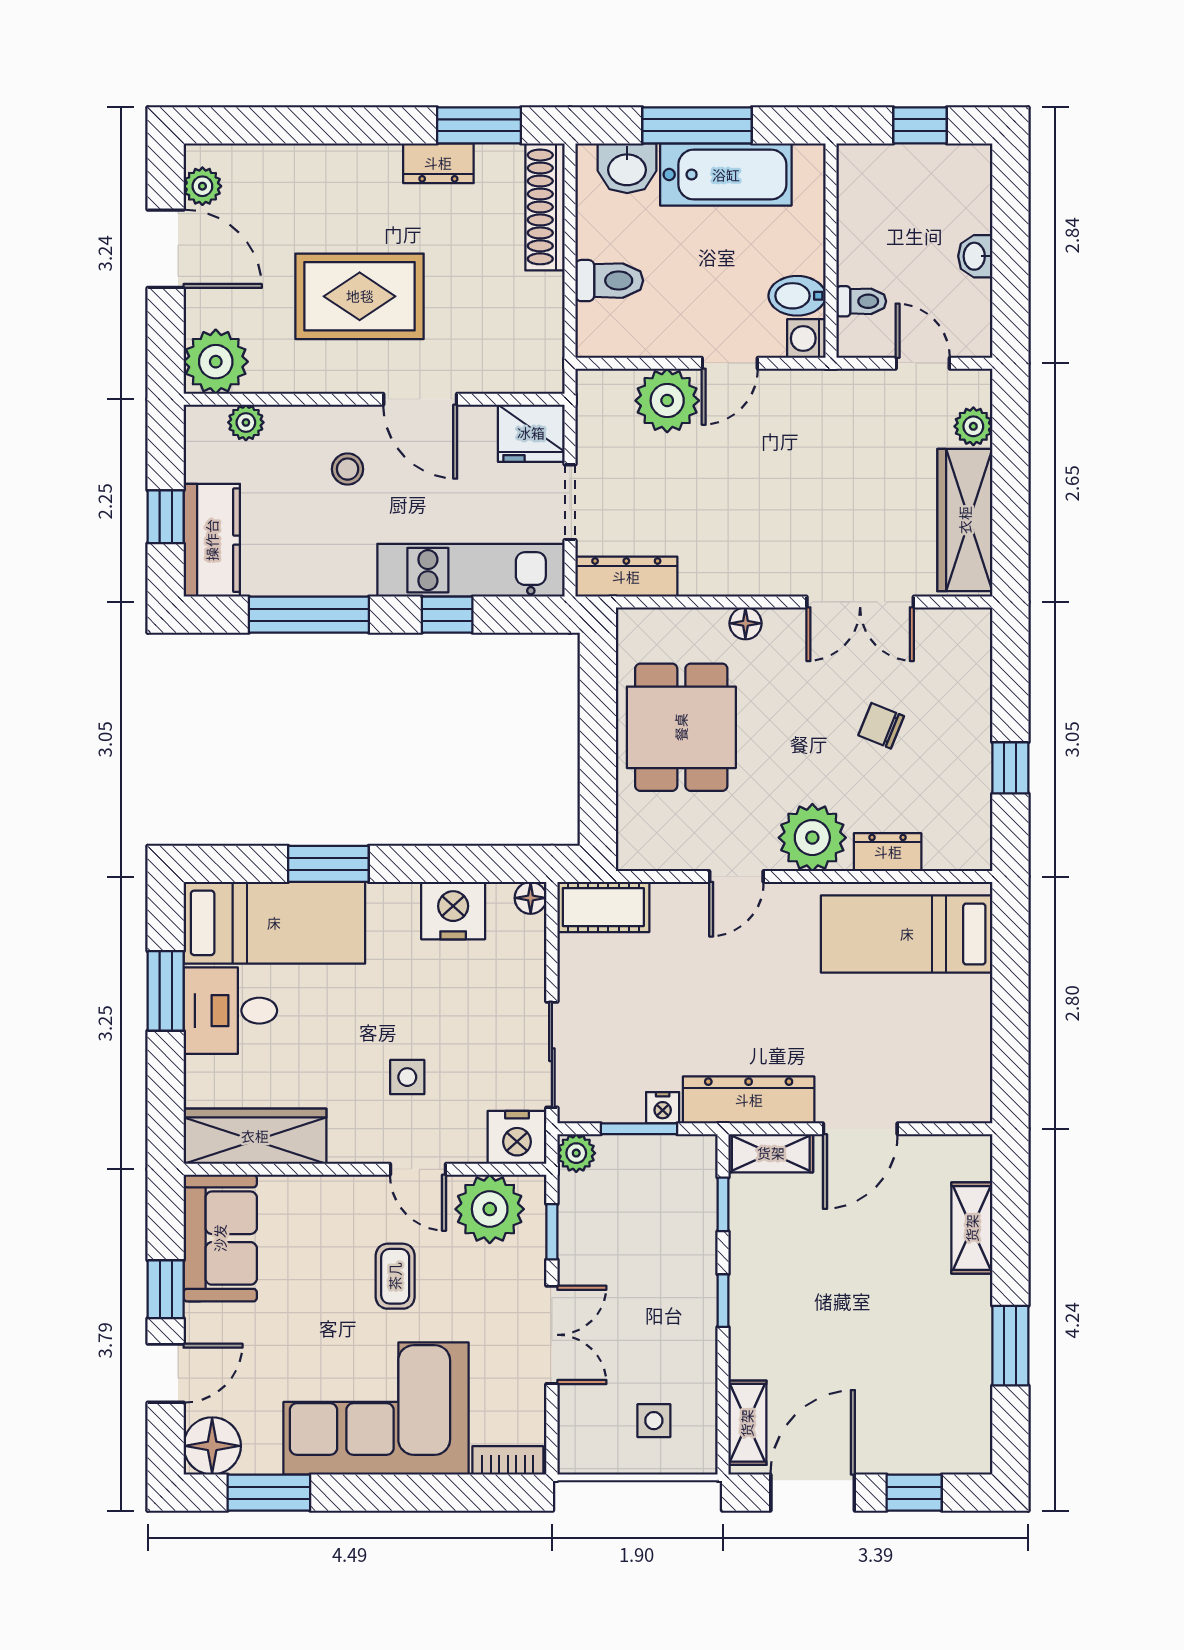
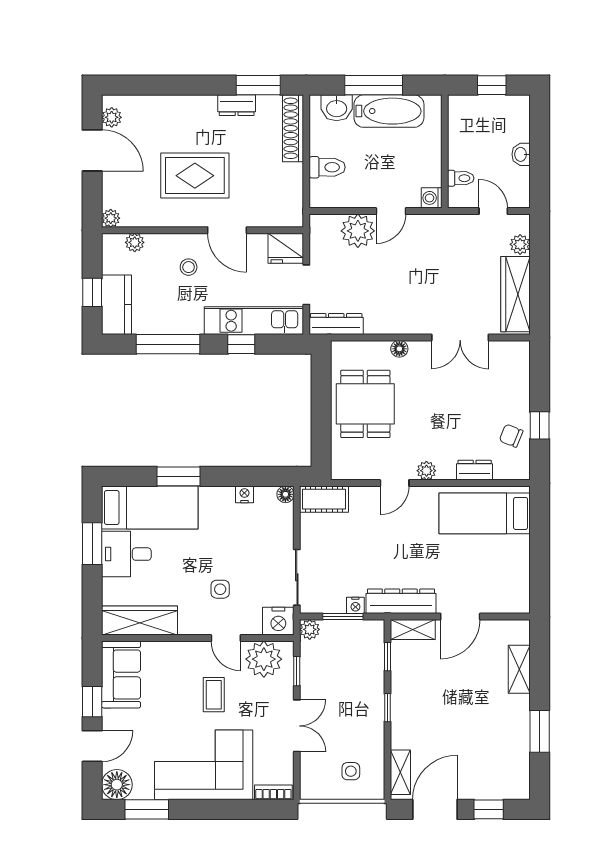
bidet: (797, 296) -> (427, 175), removed
plant: (216, 362) -> (111, 218), width x0.53, depth x0.53
chair: (881, 726) -> (511, 436), moved
plant: (812, 838) -> (426, 471), width x0.53, depth x0.53
nightstand: (453, 911) -> (244, 494), width x0.53, depth x0.56

